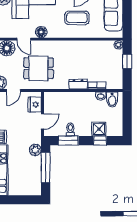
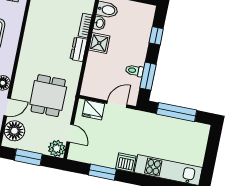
door: (42, 121) -> (117, 104), hinge flipped
shower: (99, 129) -> (99, 43), moved
plant: (35, 150) -> (152, 121), removed

